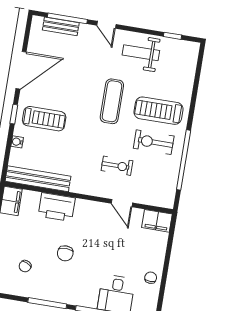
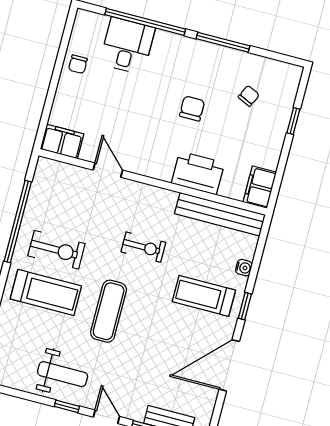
window: (172, 36) -> (67, 406), moved
exercise bike: (117, 166) -> (143, 247), moved, turned 180

